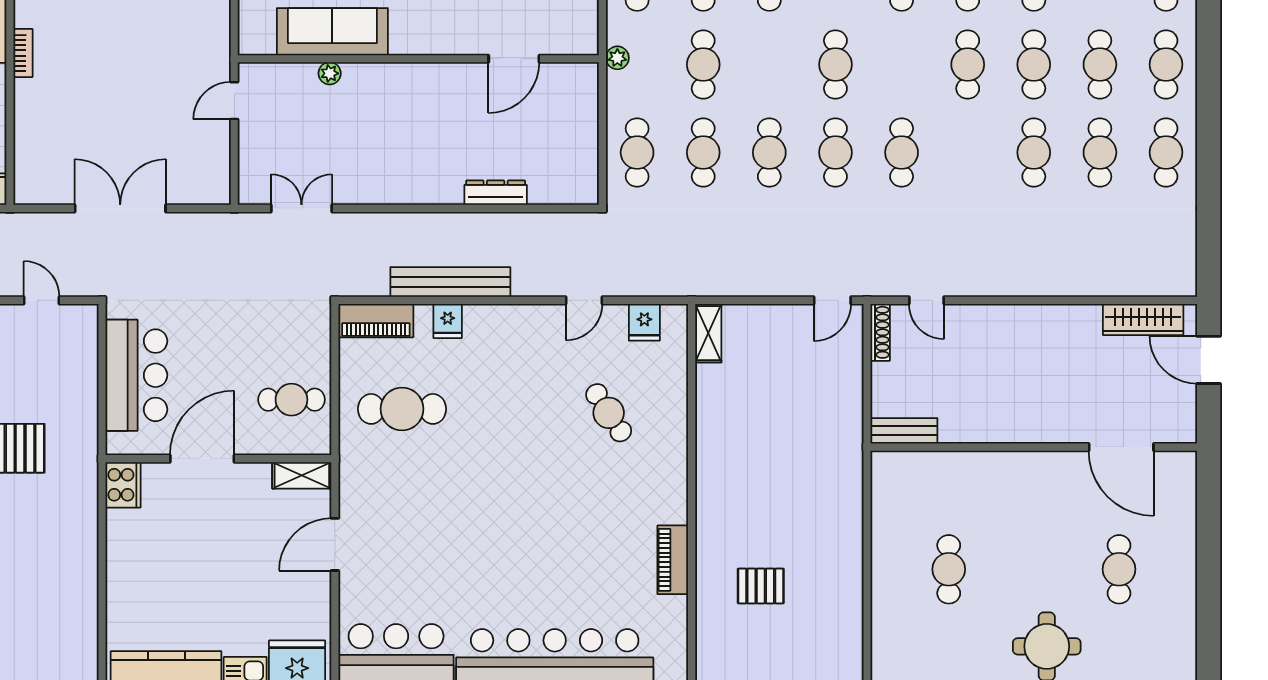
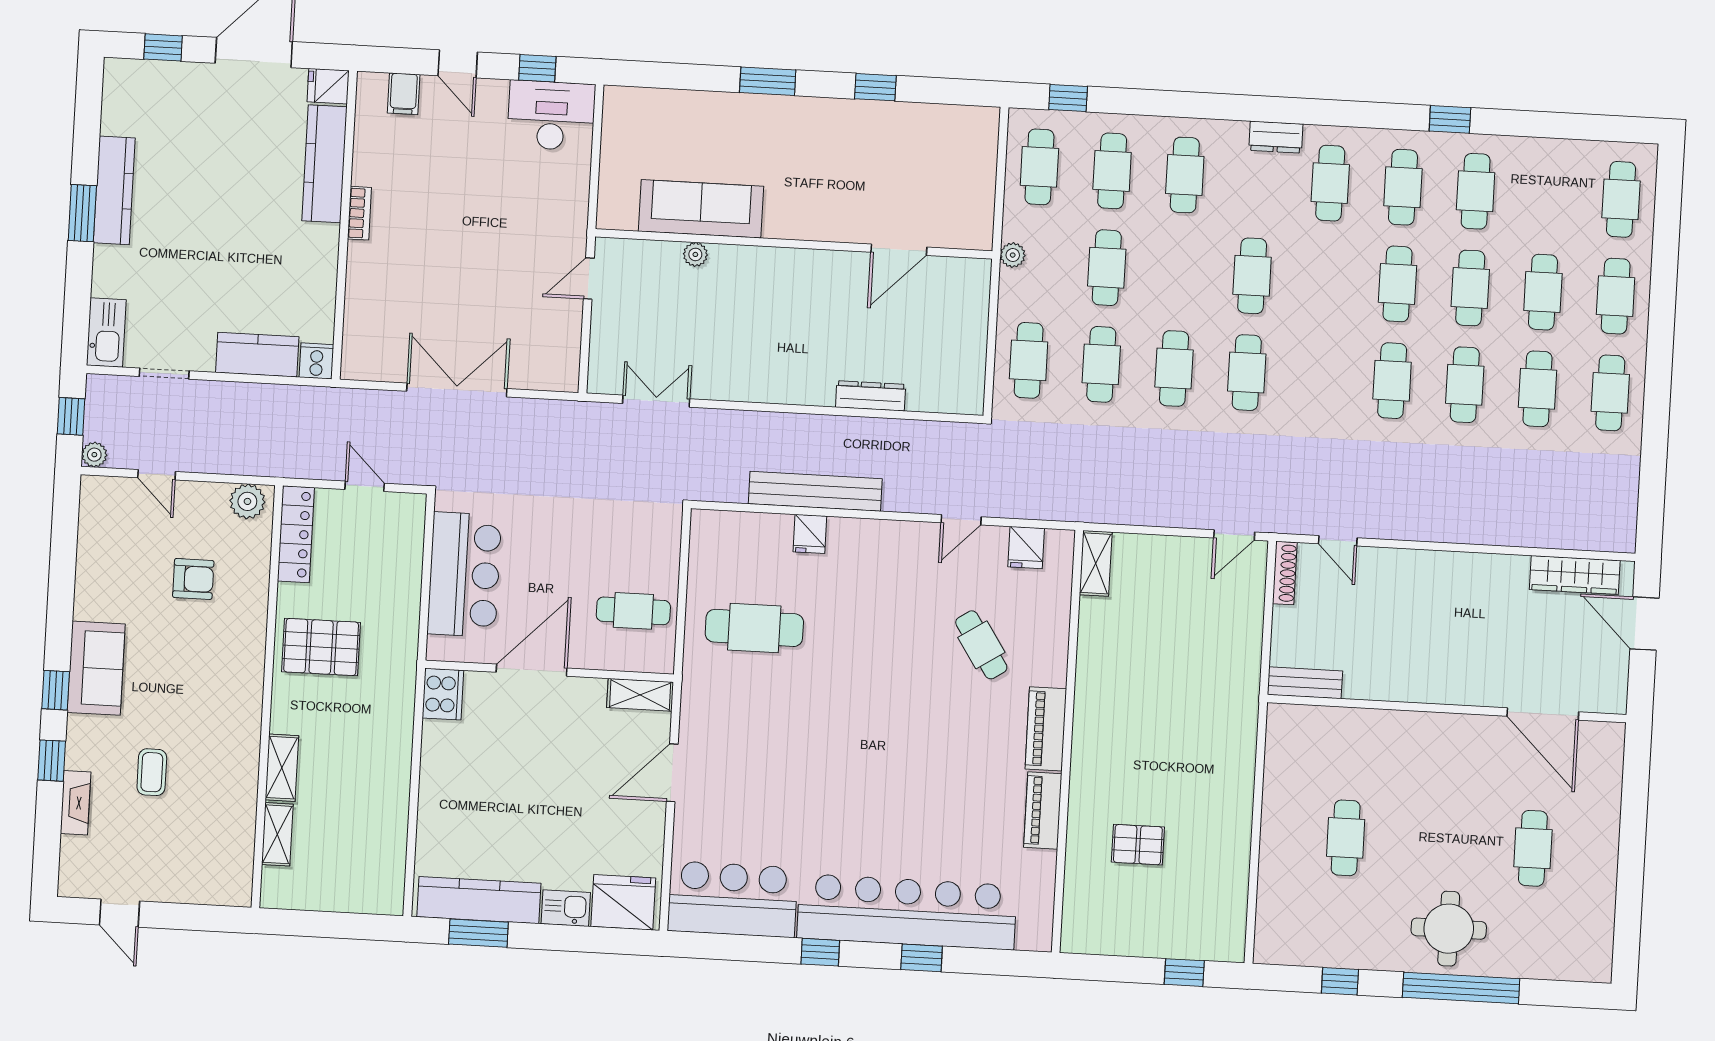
cafe table: (902, 152) -> (1392, 381), moved
piano: (376, 321) -> (1046, 729), moved, turned 90

